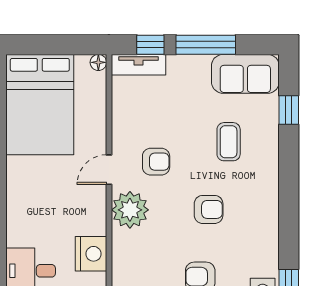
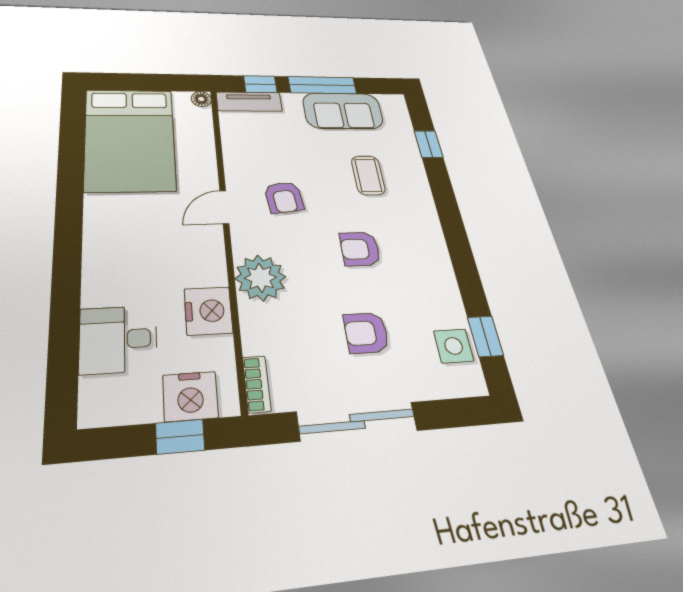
sofa: (245, 74) -> (343, 111), moved
armchair: (156, 162) -> (284, 197), turned 83
armchair: (209, 209) -> (360, 249), turned 180
plant: (130, 210) -> (260, 278), moved

